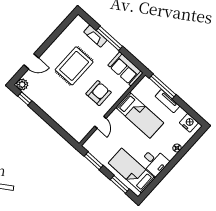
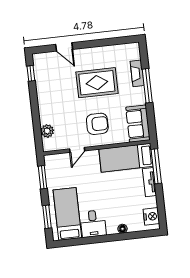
plant: (22, 84) -> (47, 131), moved
bed: (140, 115) -> (126, 158), moved, turned 90

